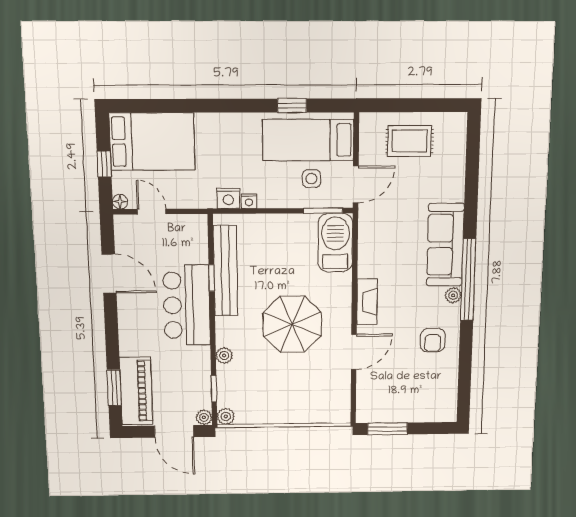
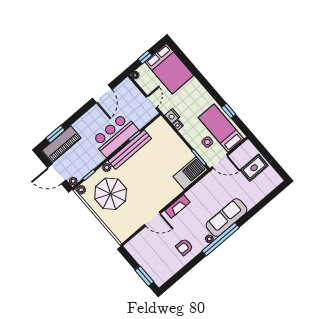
rug: (410, 141) -> (254, 168), turned 90
door: (152, 212) -> (152, 102), moved
bench: (225, 271) -> (130, 150), moved
parasol: (292, 324) -> (111, 194), moved
window: (387, 429) -> (144, 276), moved
door: (174, 431) -> (57, 174), hinge flipped

